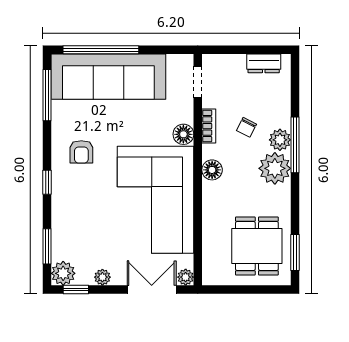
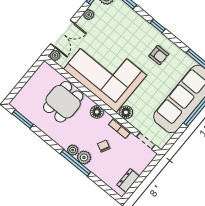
armchair: (81, 152) -> (159, 55), turned 180
plant: (275, 168) -> (73, 150), width x0.53, depth x0.53
dining table: (257, 246) -> (63, 102), moved, turned 90

